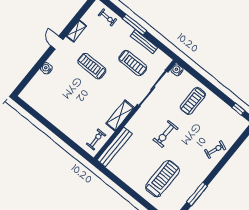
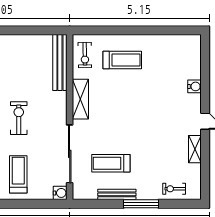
treadmill: (92, 66) -> (122, 60), moved

